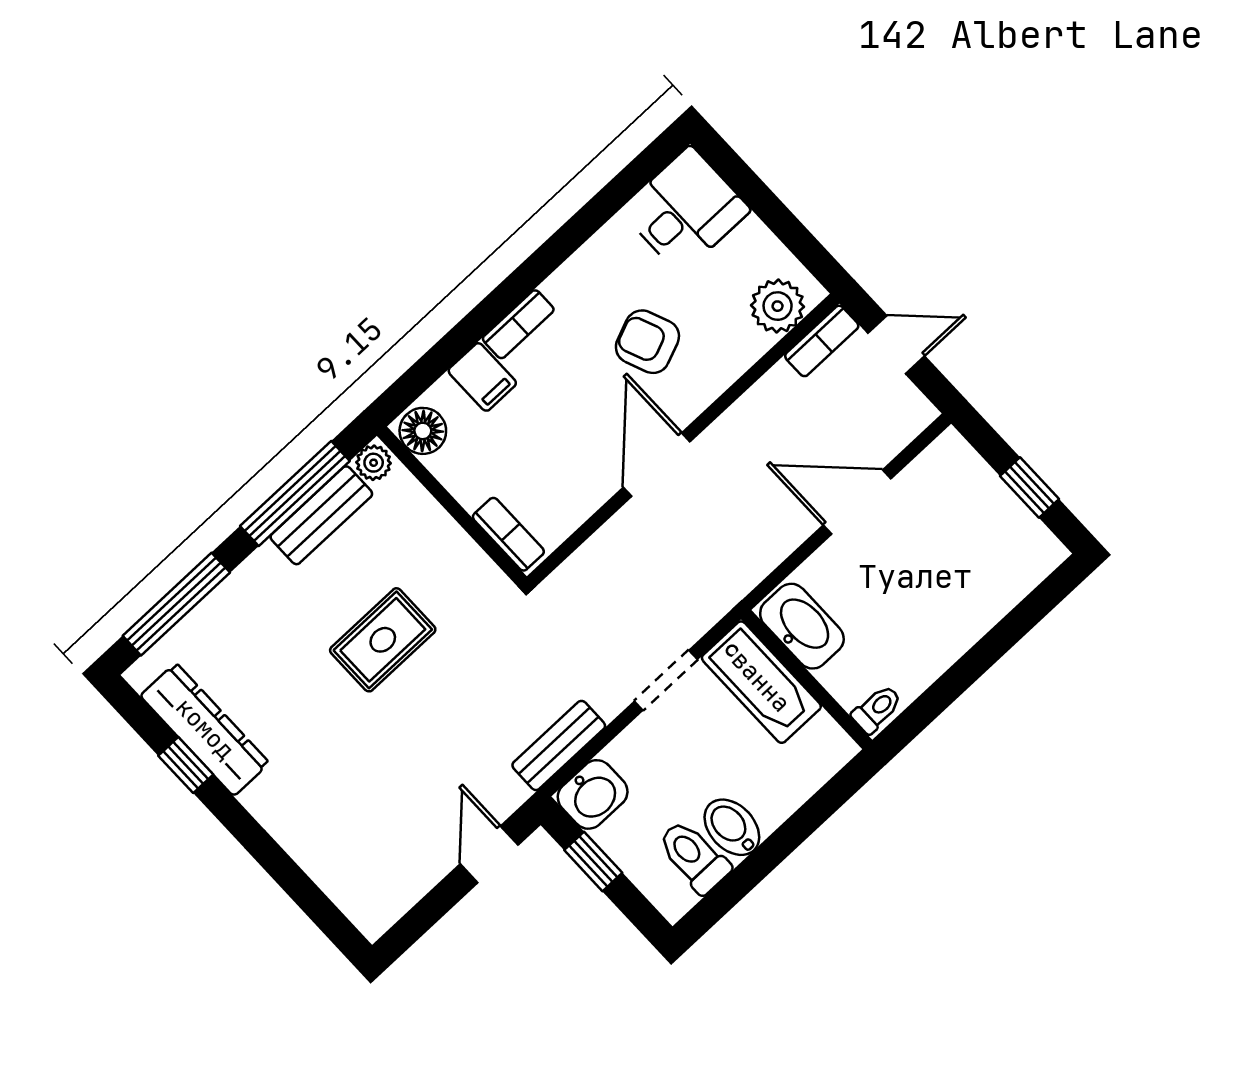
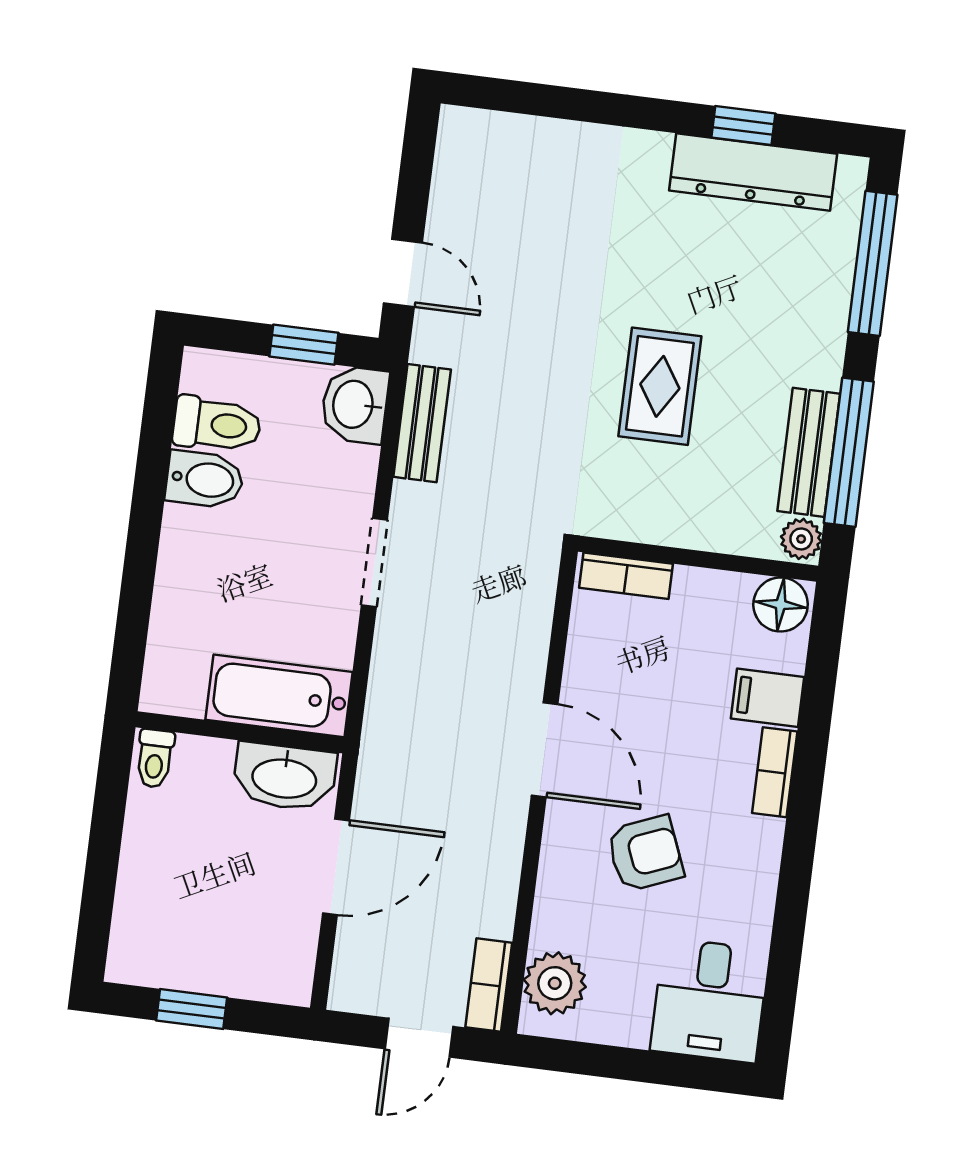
washbasin: (802, 626) -> (284, 777), moved
wall: (807, 680) -> (240, 732), moved
bathtub: (761, 682) -> (279, 696), moved
toilet: (877, 709) -> (155, 758), moved

